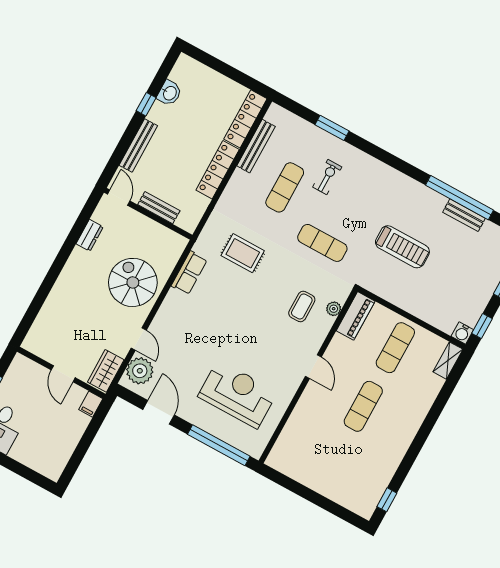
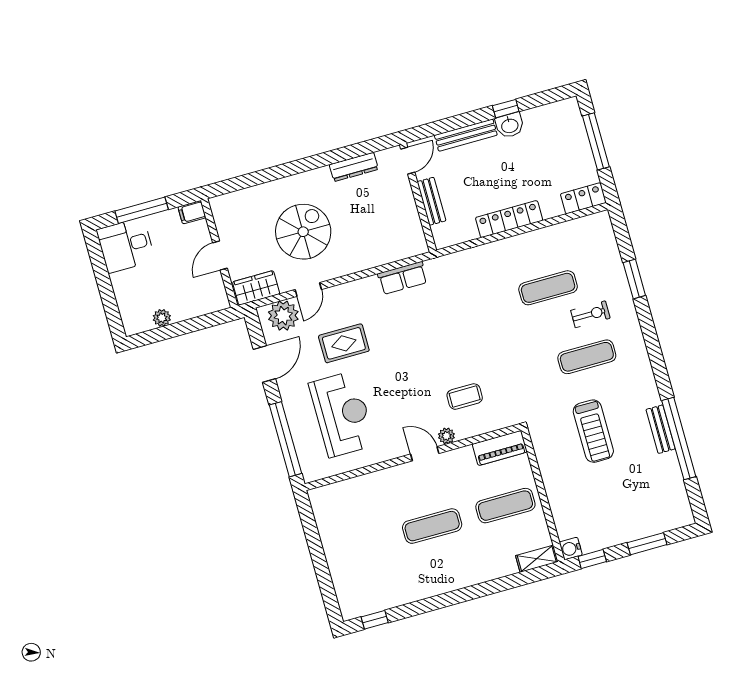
window: (222, 68) -> (596, 141), added
washbasin: (169, 93) -> (510, 125), moved
locker: (245, 119) -> (583, 198), width x0.66
bench: (256, 146) -> (559, 232), removed
bench: (464, 215) -> (661, 429), moved
dresser: (90, 235) -> (354, 167), width x1.44
exercise mat: (322, 243) -> (587, 357), moved, turned 90
rug: (243, 253) -> (344, 343), moved, turned 90
spiral stairs: (133, 282) -> (303, 232), moved
plant: (334, 309) -> (446, 436), moved
door: (313, 367) -> (425, 454), swing flipped
filing cabinet: (91, 404) -> (192, 212), moved
plant: (67, 448) -> (162, 318), added

